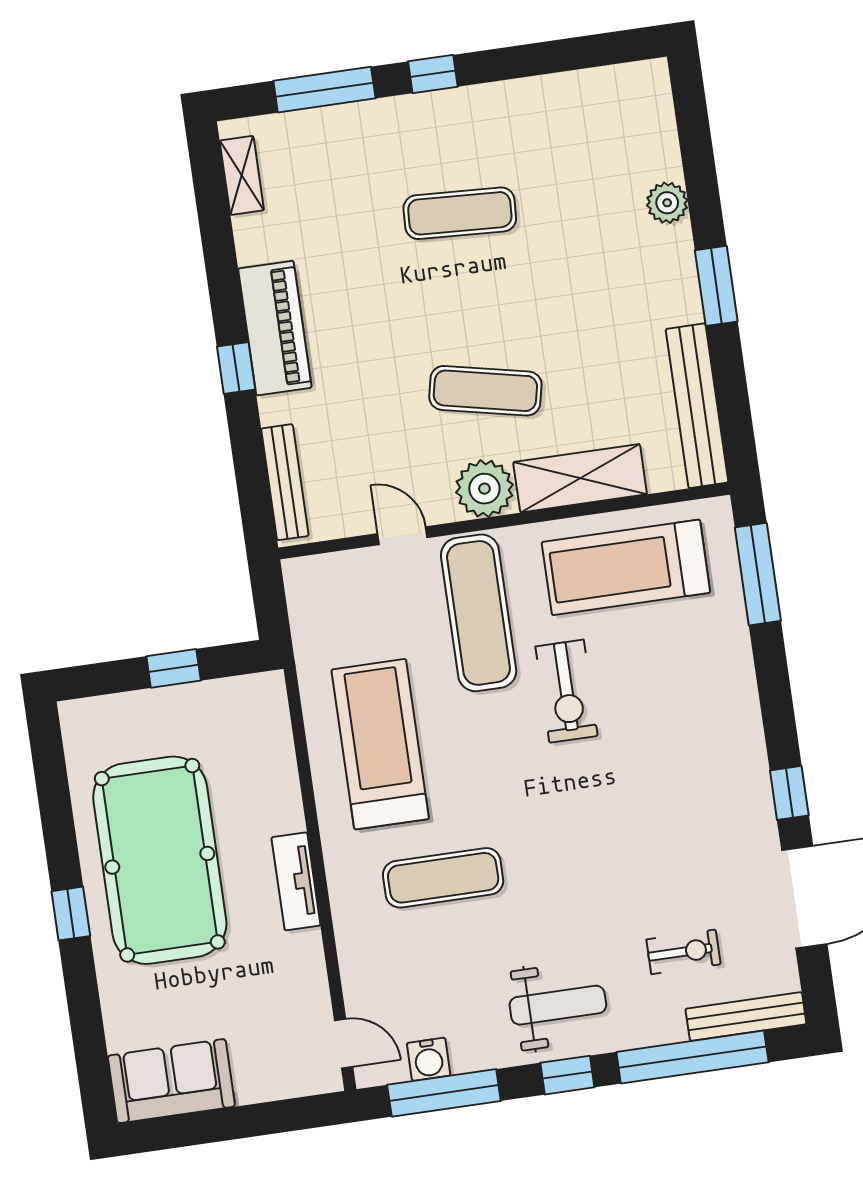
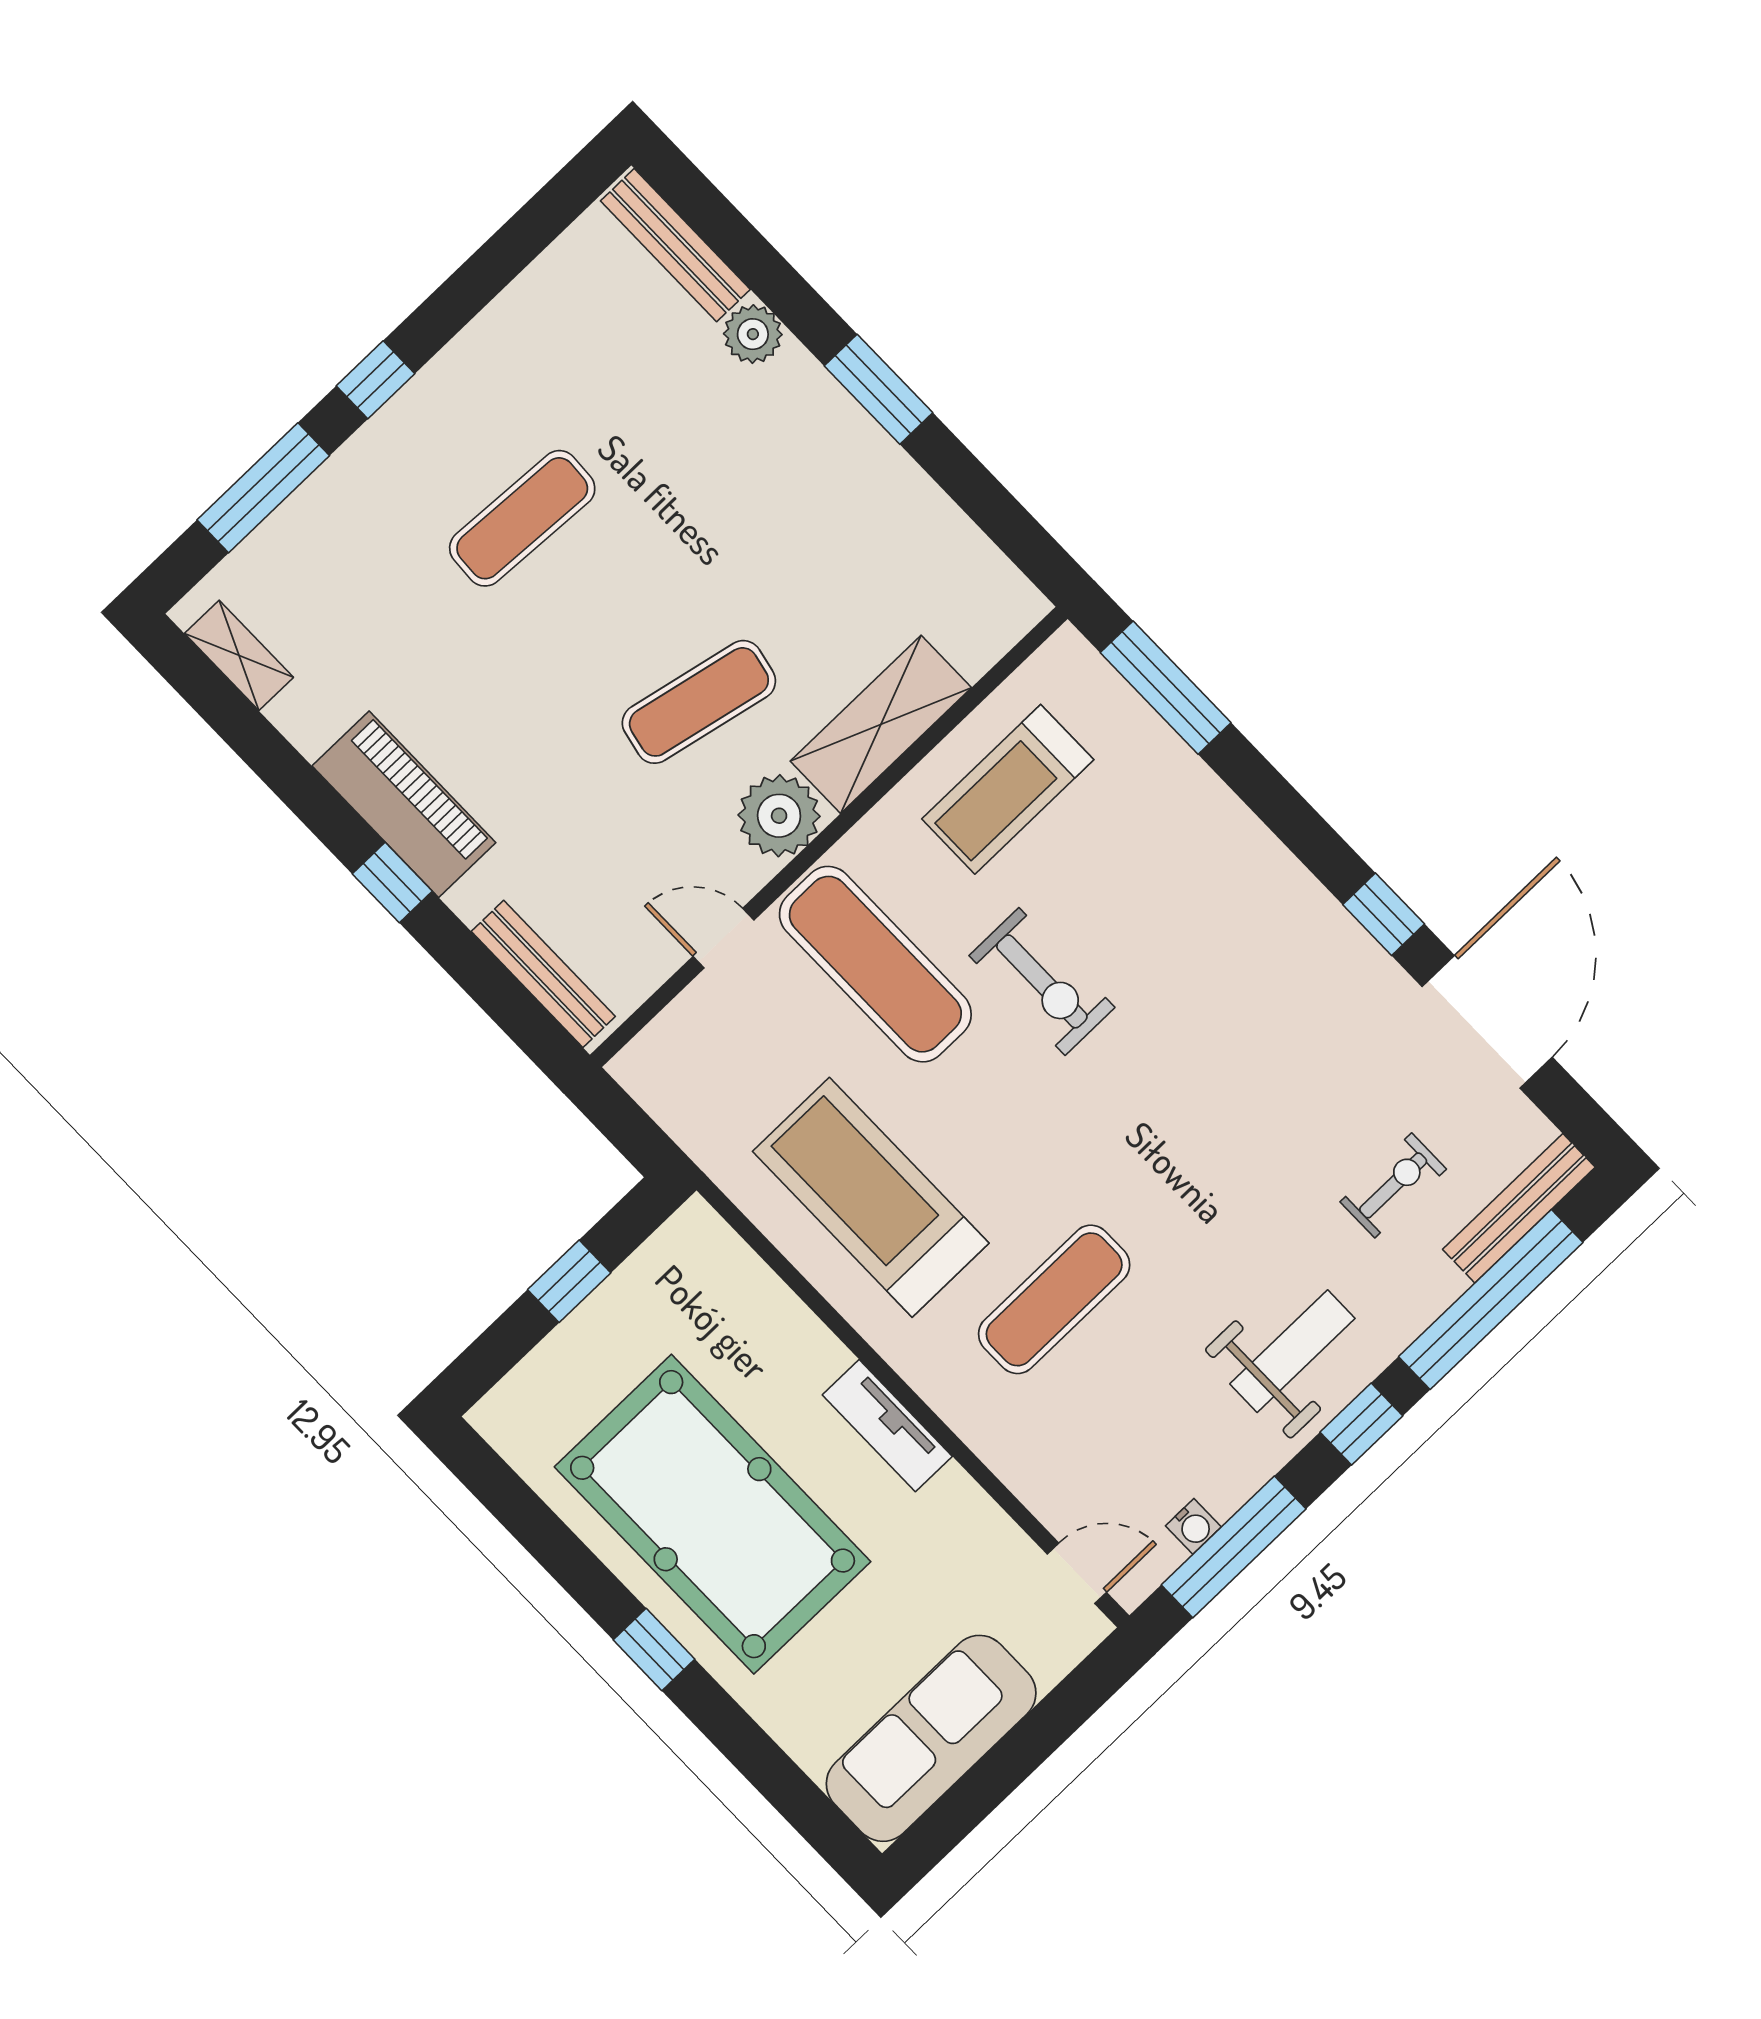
bench: (697, 406) -> (675, 245), moved, width x0.73, depth x0.82
treadmill: (626, 567) -> (1008, 789), width x0.73, depth x0.73
water cooler: (429, 1059) -> (1193, 1526), width x0.72, depth x0.72
sofa: (171, 1081) -> (931, 1738), width x1.36

